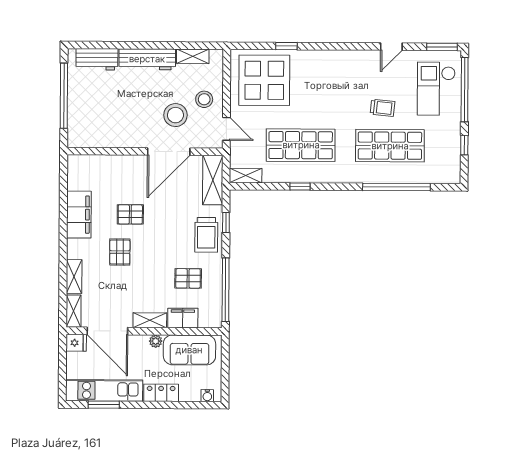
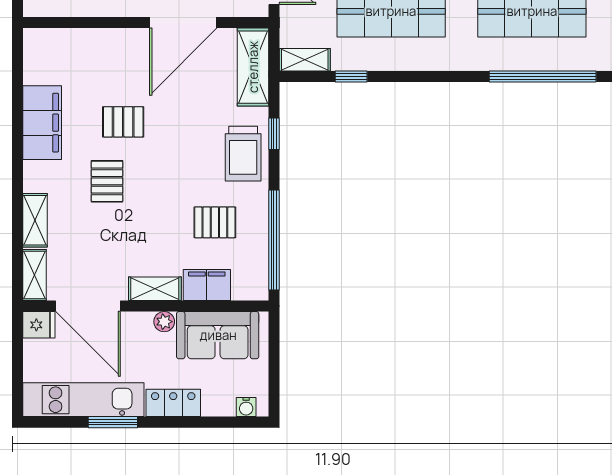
window: (300, 187) -> (351, 77), moved
window: (104, 405) -> (113, 422), moved

